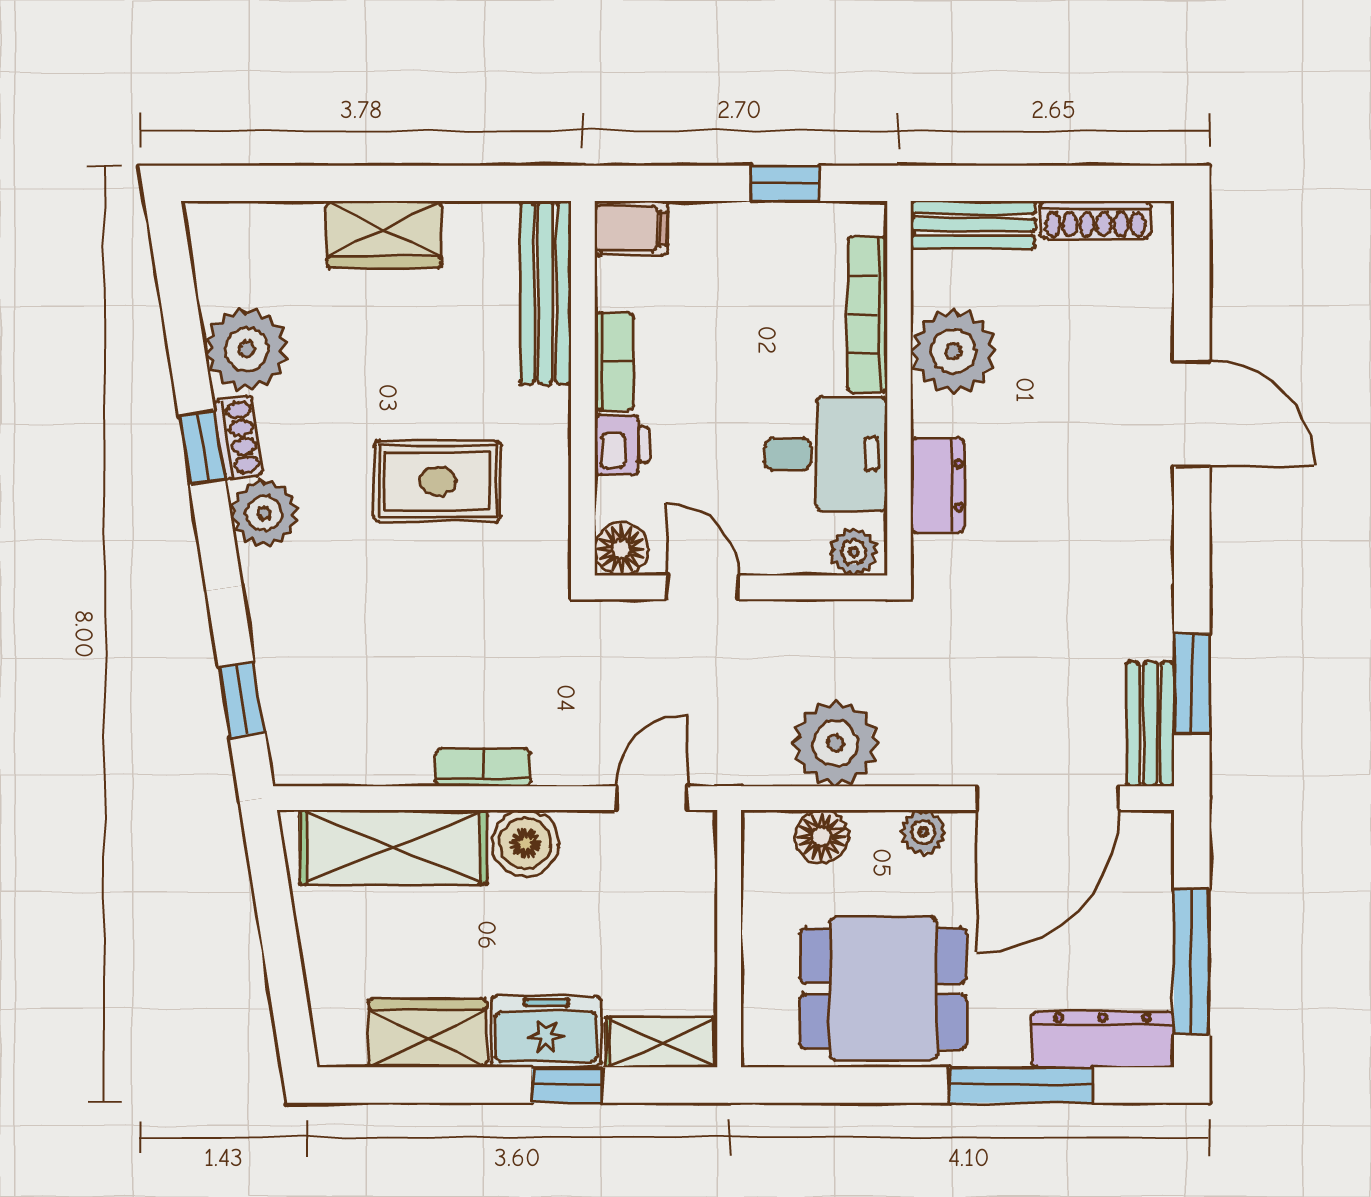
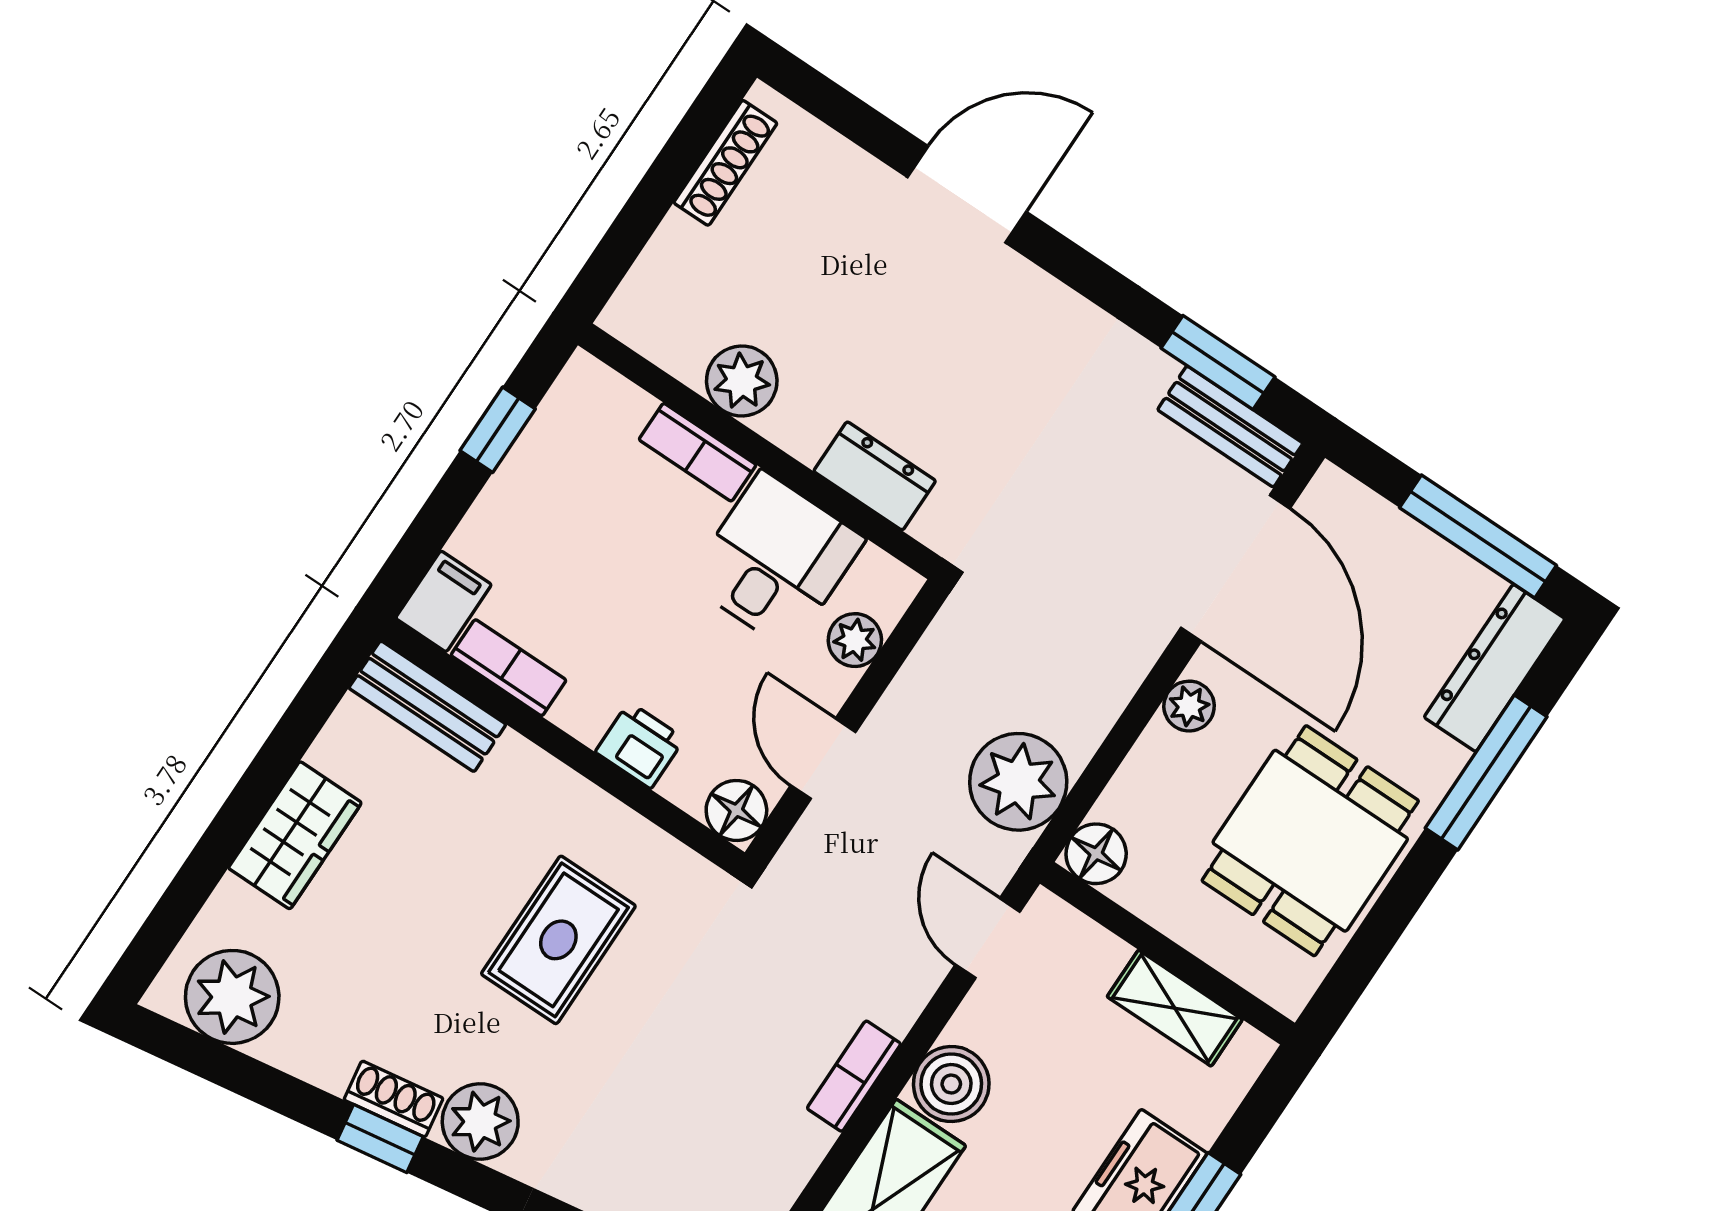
bench: (973, 225) -> (654, 280), removed
bench: (545, 293) -> (427, 706), width x0.73
bookcase: (867, 314) -> (698, 452), width x0.64
plant: (246, 349) -> (232, 997), moved
plant: (953, 351) -> (742, 381), width x0.73, depth x0.73
bookcase: (614, 361) -> (509, 668), moved
plant: (854, 552) -> (855, 640), moved
door: (703, 587) -> (823, 759), hinge flipped
plant: (835, 743) -> (1018, 782), moved
floor lamp: (822, 837) -> (1096, 854), moved
shelving: (662, 1042) -> (1175, 1008), moved, turned 90

